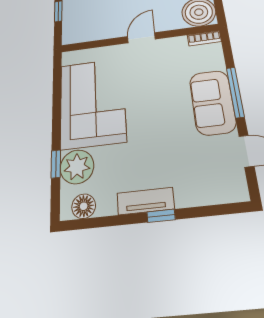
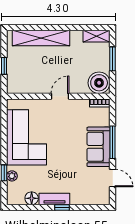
plant: (77, 167) -> (12, 176), width x0.53, depth x0.53
floor lamp: (84, 206) -> (32, 198), moved

